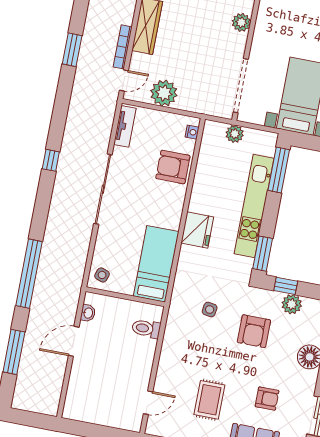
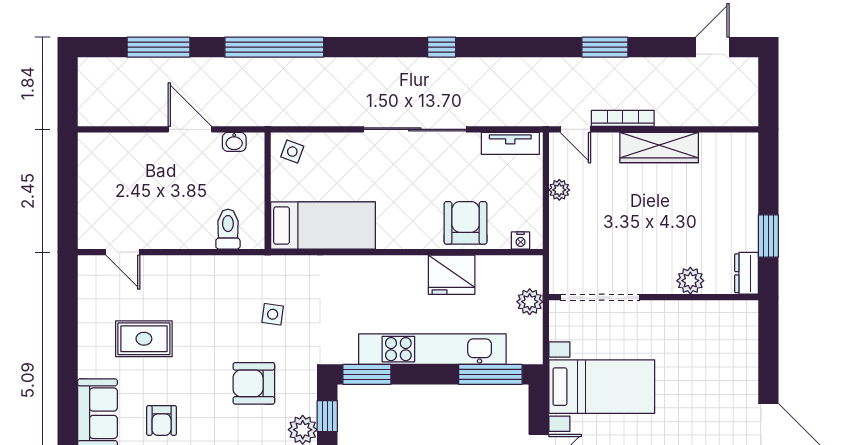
plant: (164, 93) -> (559, 190), width x0.53, depth x0.53
fridge: (197, 230) -> (452, 275), moved

